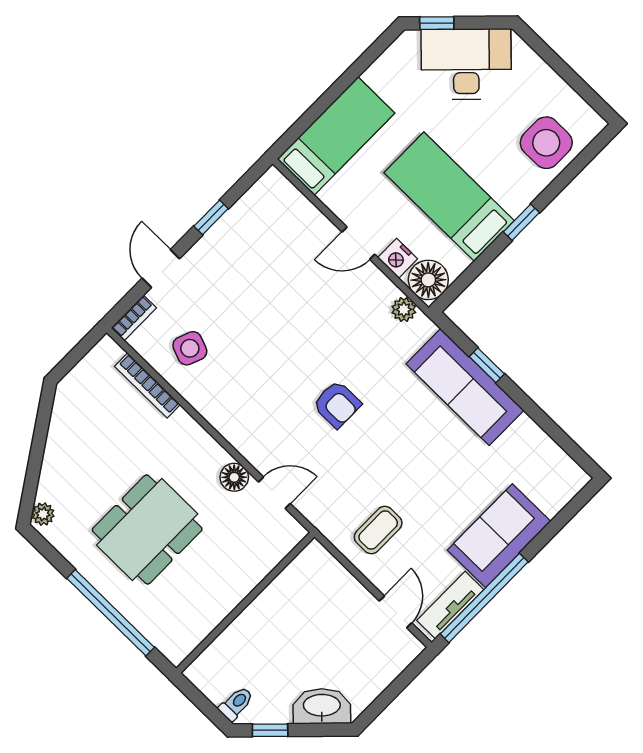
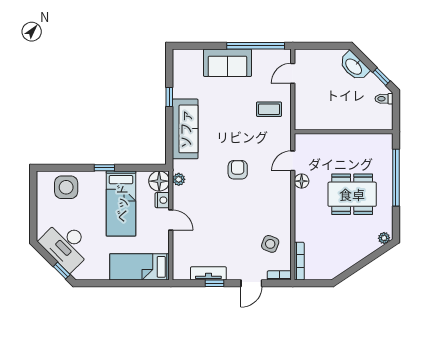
window: (487, 365) -> (169, 97), moved
bookcase: (147, 386) -> (299, 261), moved
door: (274, 493) -> (293, 161), hinge flipped
tv unit: (450, 605) -> (208, 273), moved, turned 180

